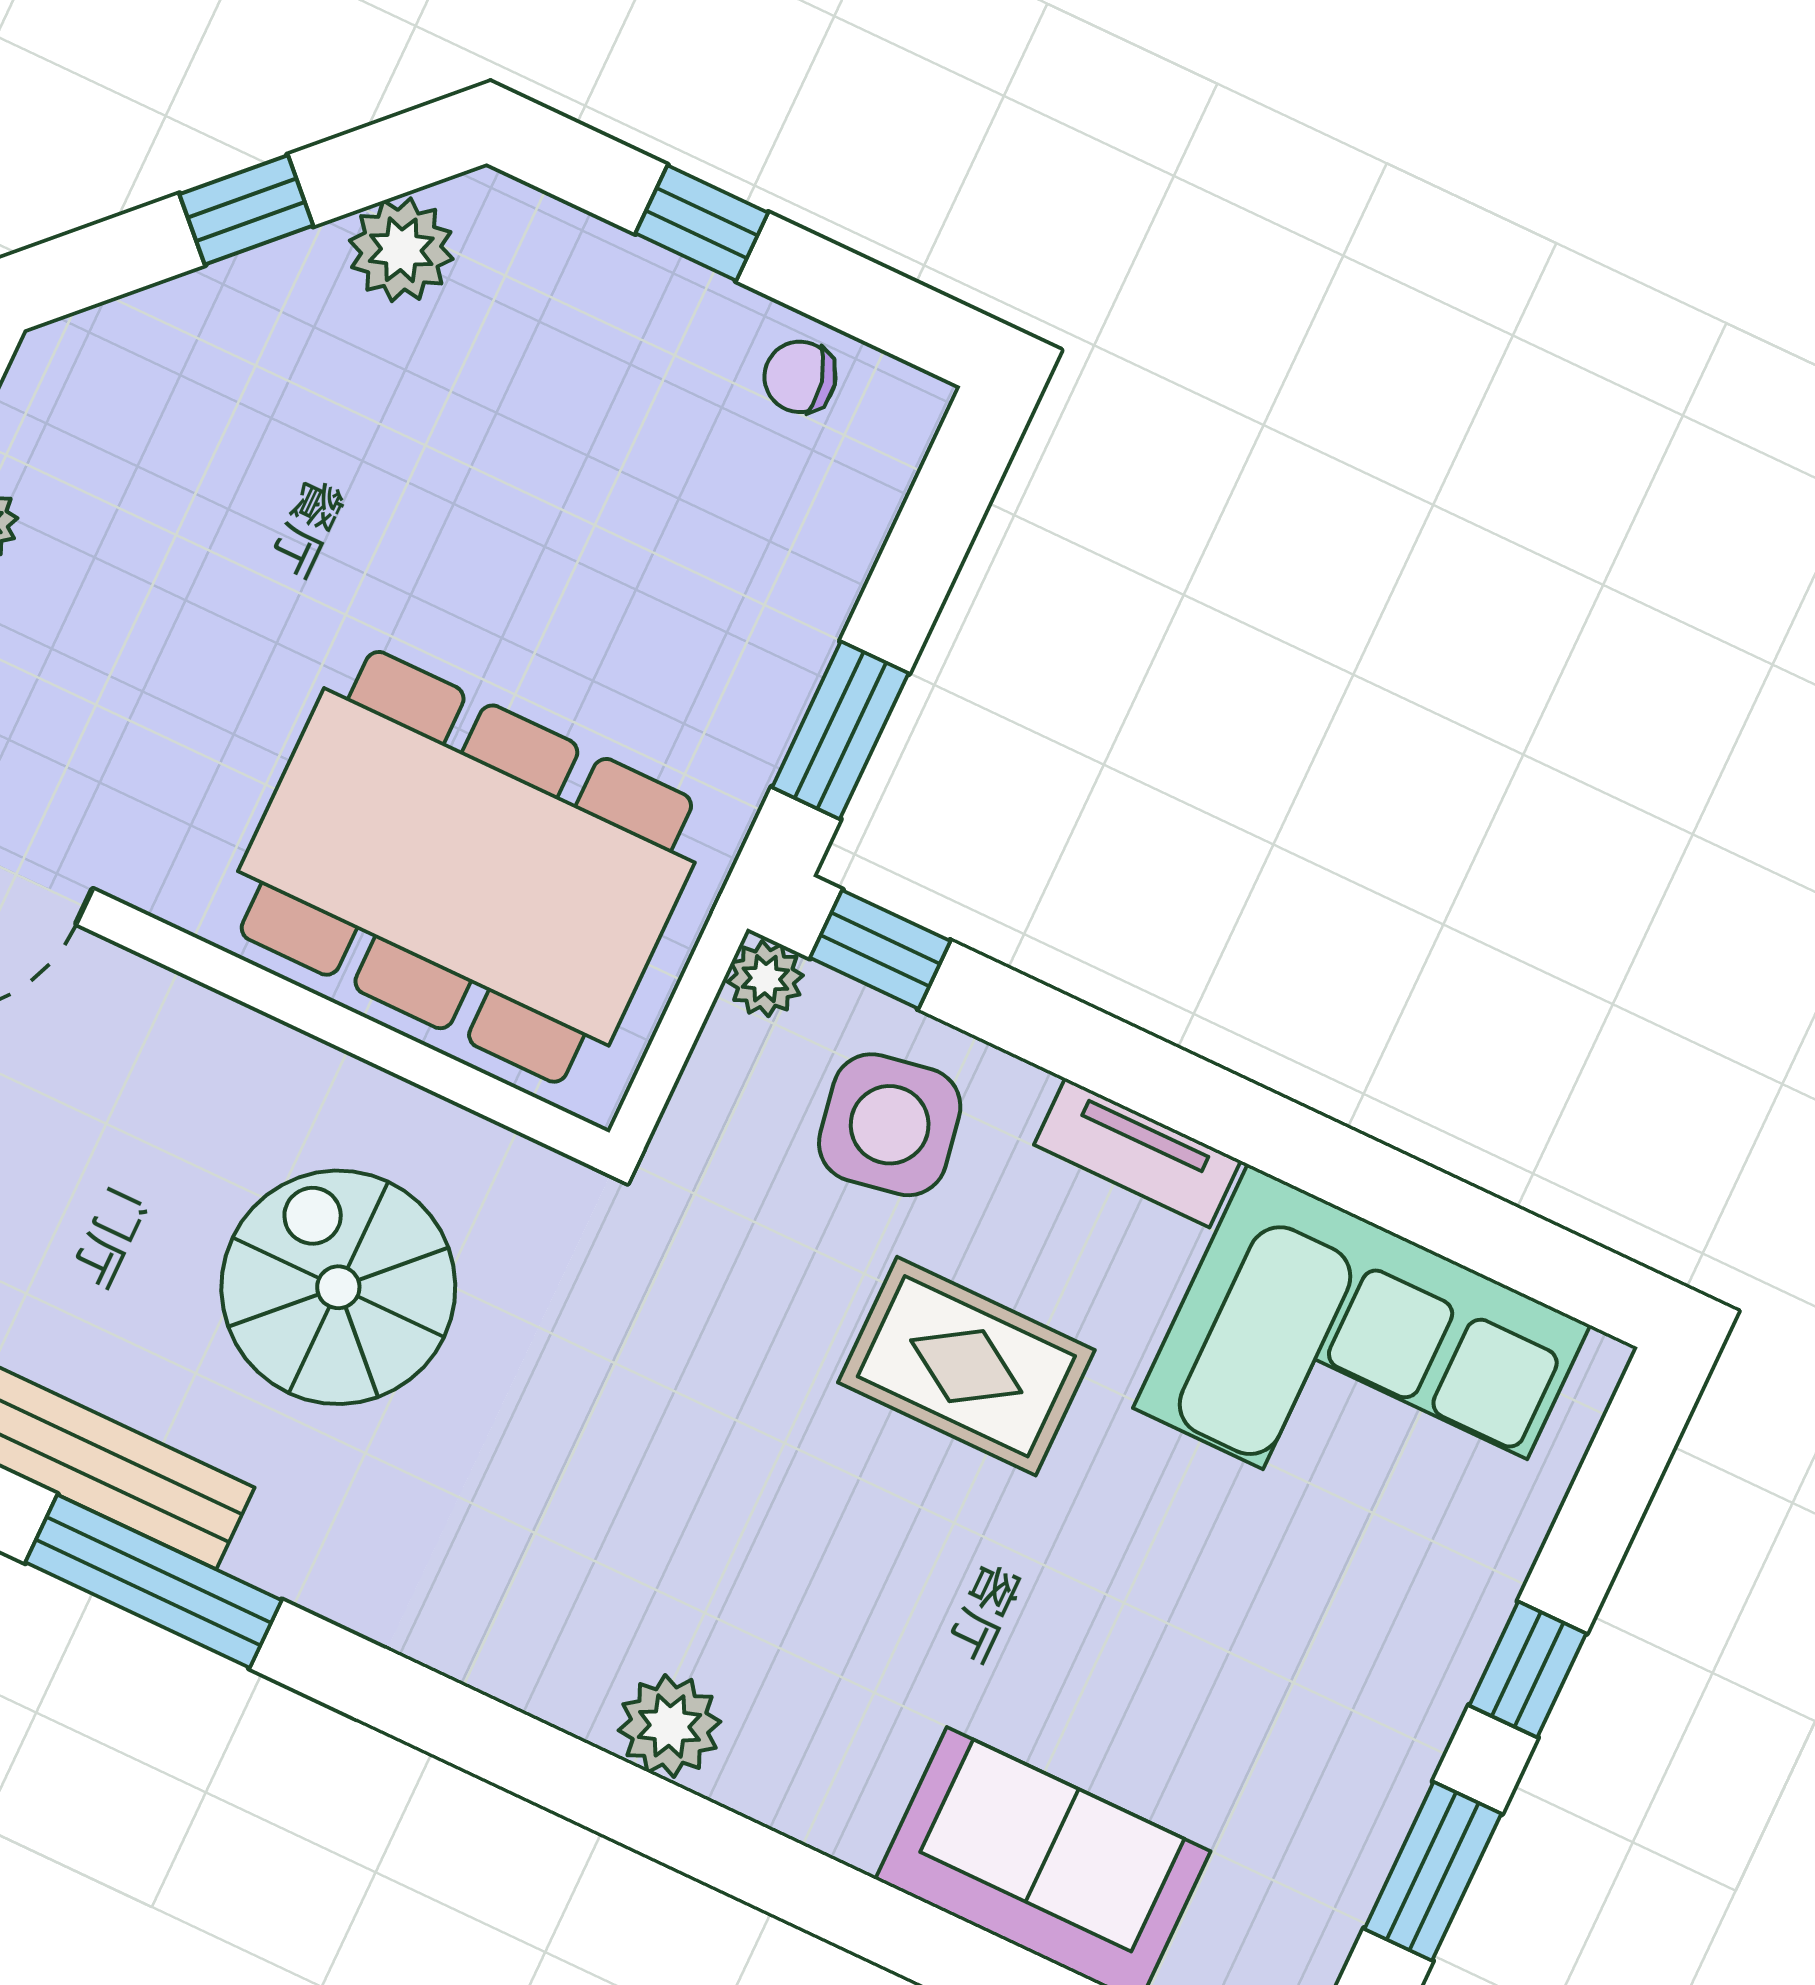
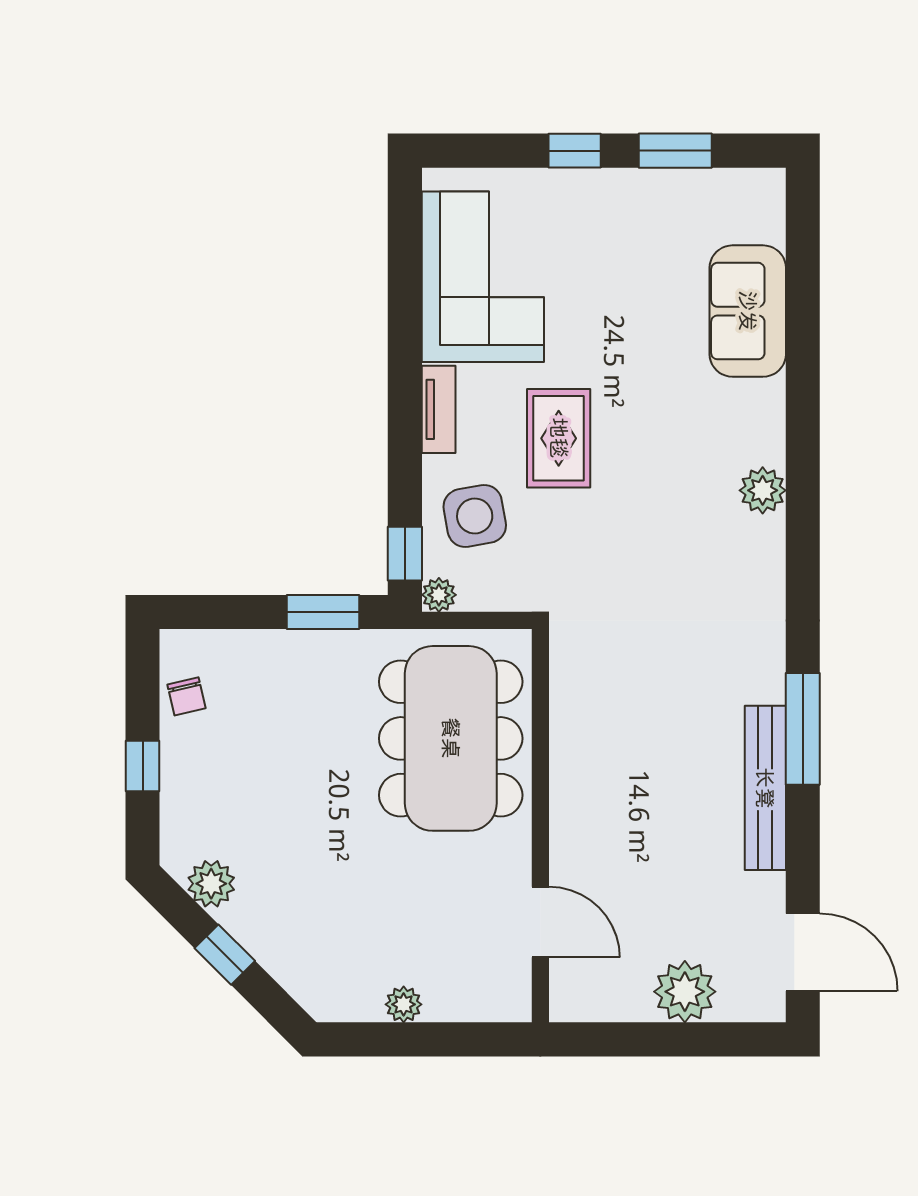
spiral stairs: (338, 1287) -> (647, 710), removed

